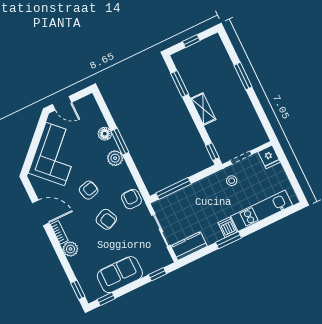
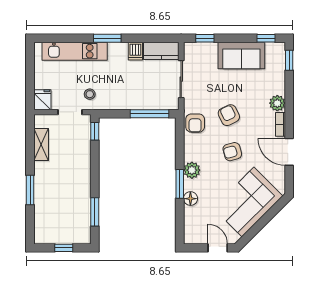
shelving: (203, 109) -> (41, 144), moved
dishwasher: (227, 227) -> (135, 51), moved
window: (229, 240) -> (107, 38), moved

